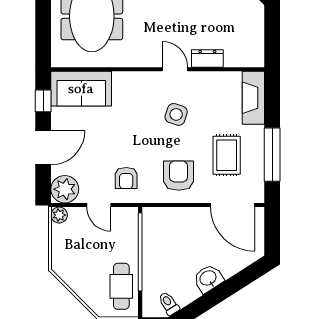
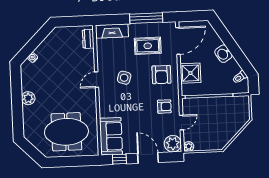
dresser: (207, 58) -> (88, 39), moved
armchair: (179, 176) -> (161, 75), turned -90
shower: (179, 223) -> (190, 73), added
cafe table: (121, 286) -> (231, 107), removed

